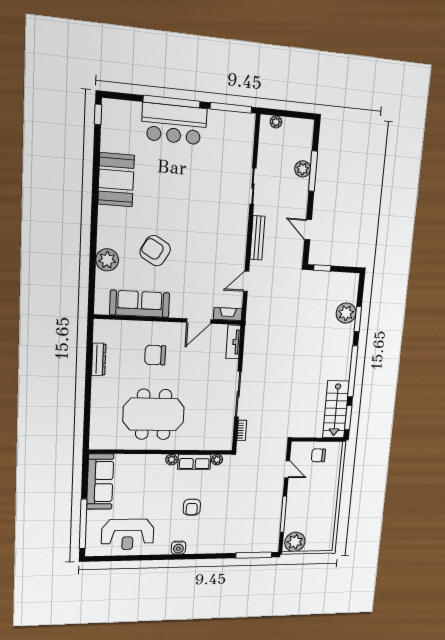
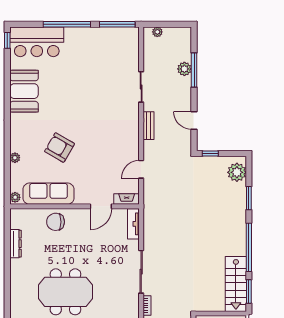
bar counter: (174, 124) -> (37, 42), moved
bench: (257, 238) -> (148, 126), width x0.73
plant: (107, 260) -> (15, 158), width x0.53, depth x0.53
plant: (100, 306) -> (15, 197), added
plant: (346, 313) -> (237, 172), moved
chair: (155, 355) -> (56, 222), moved

